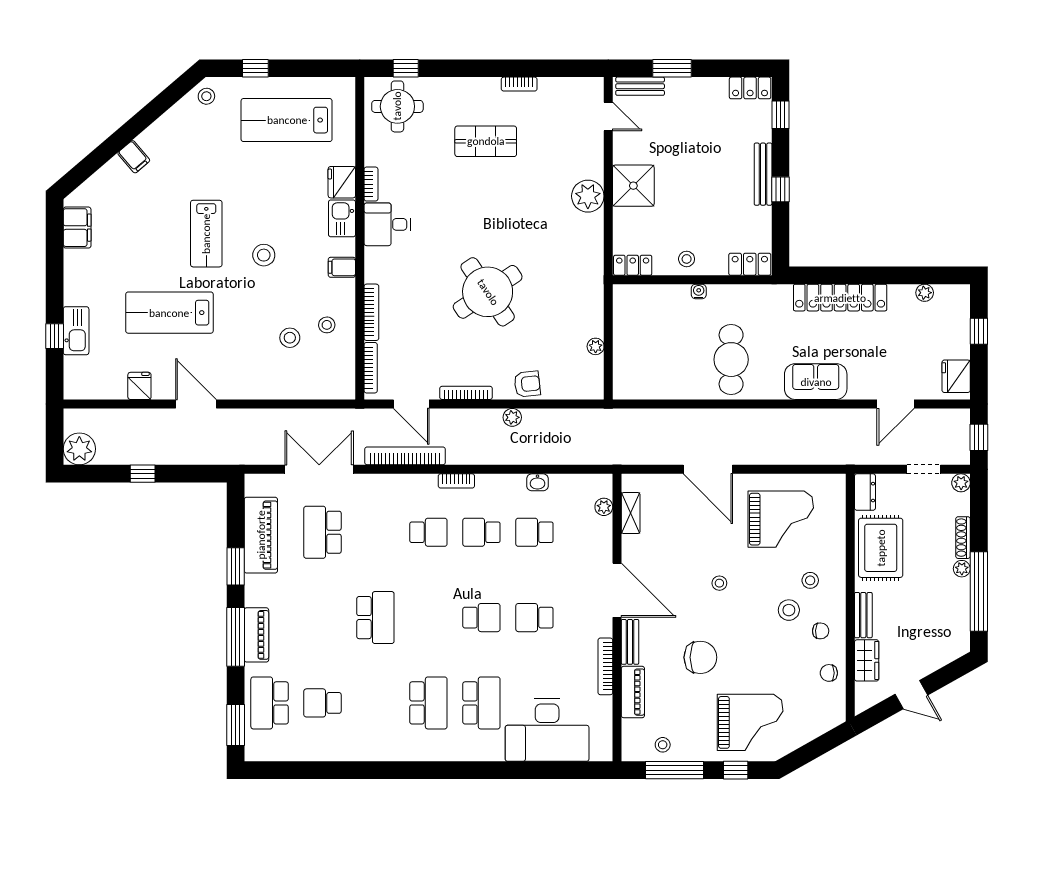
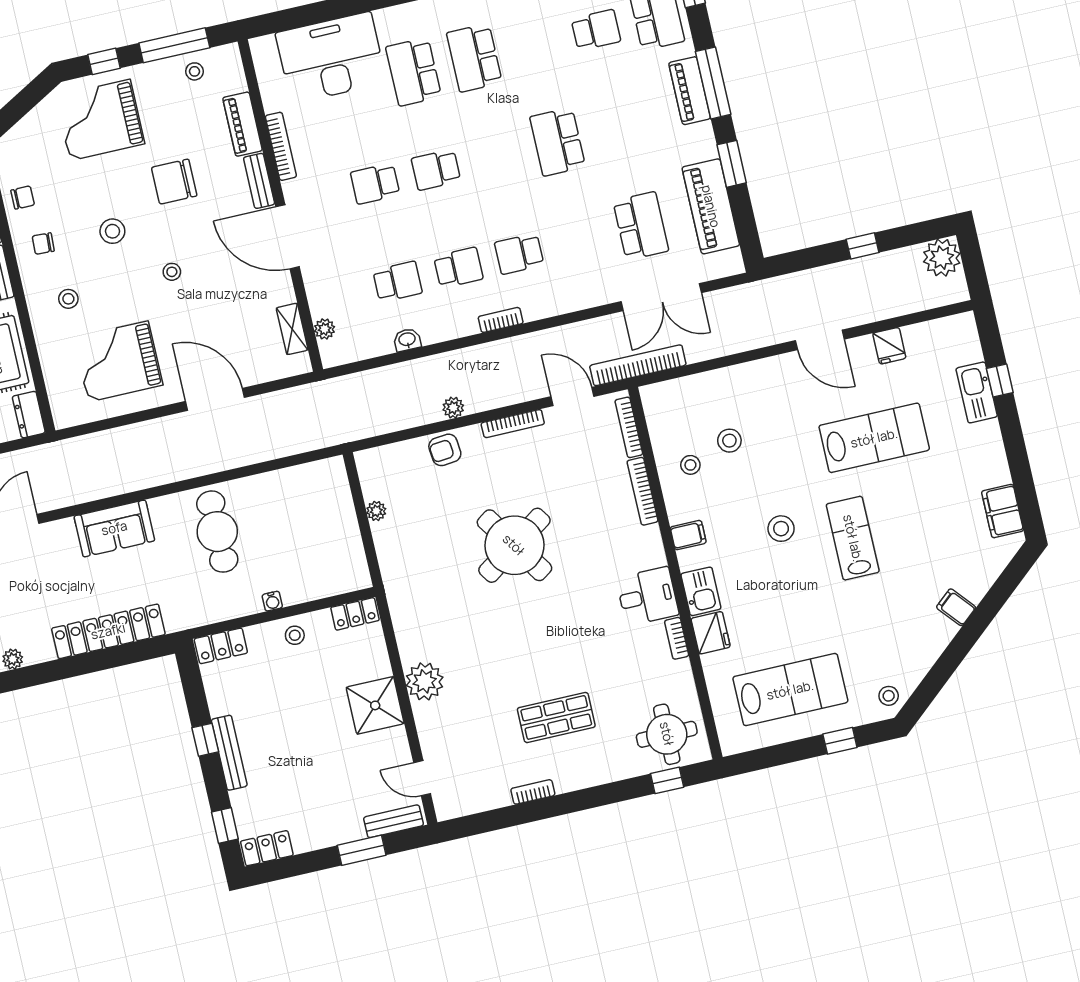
bookcase: (405, 456) -> (638, 365), moved, turned 180
stool: (789, 610) -> (112, 231), moved
school desk: (534, 618) -> (375, 184), turned 180

